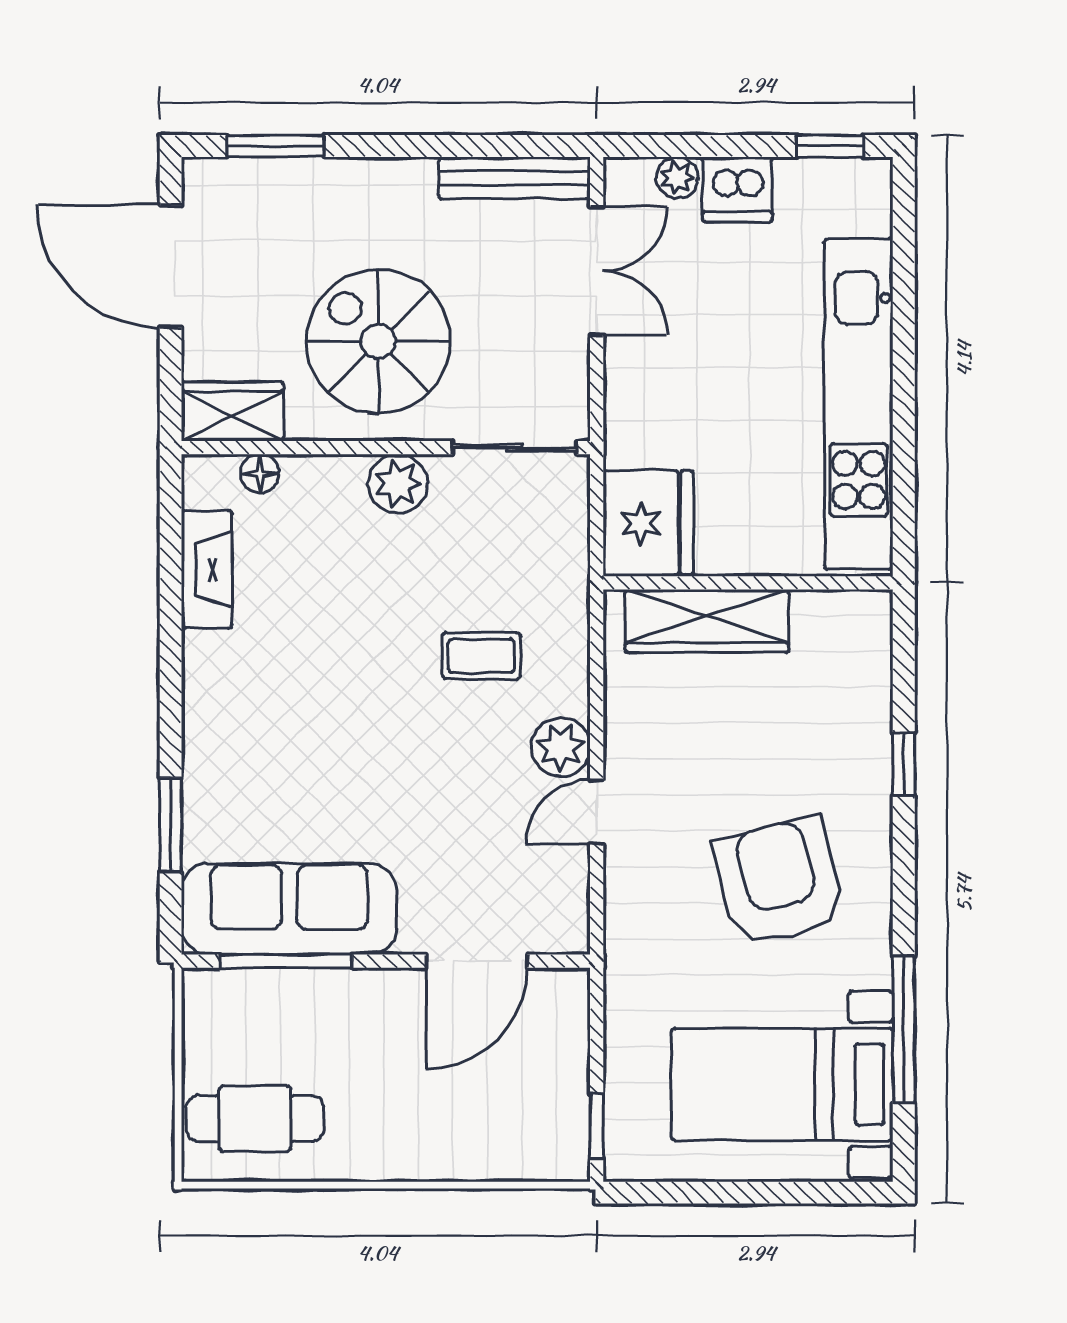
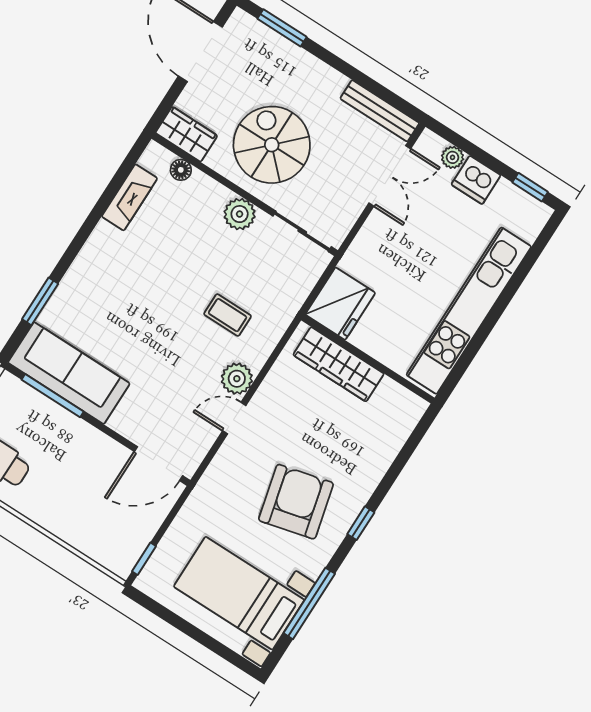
window: (904, 764) -> (361, 523), moved
door: (477, 961) -> (159, 464), moved

